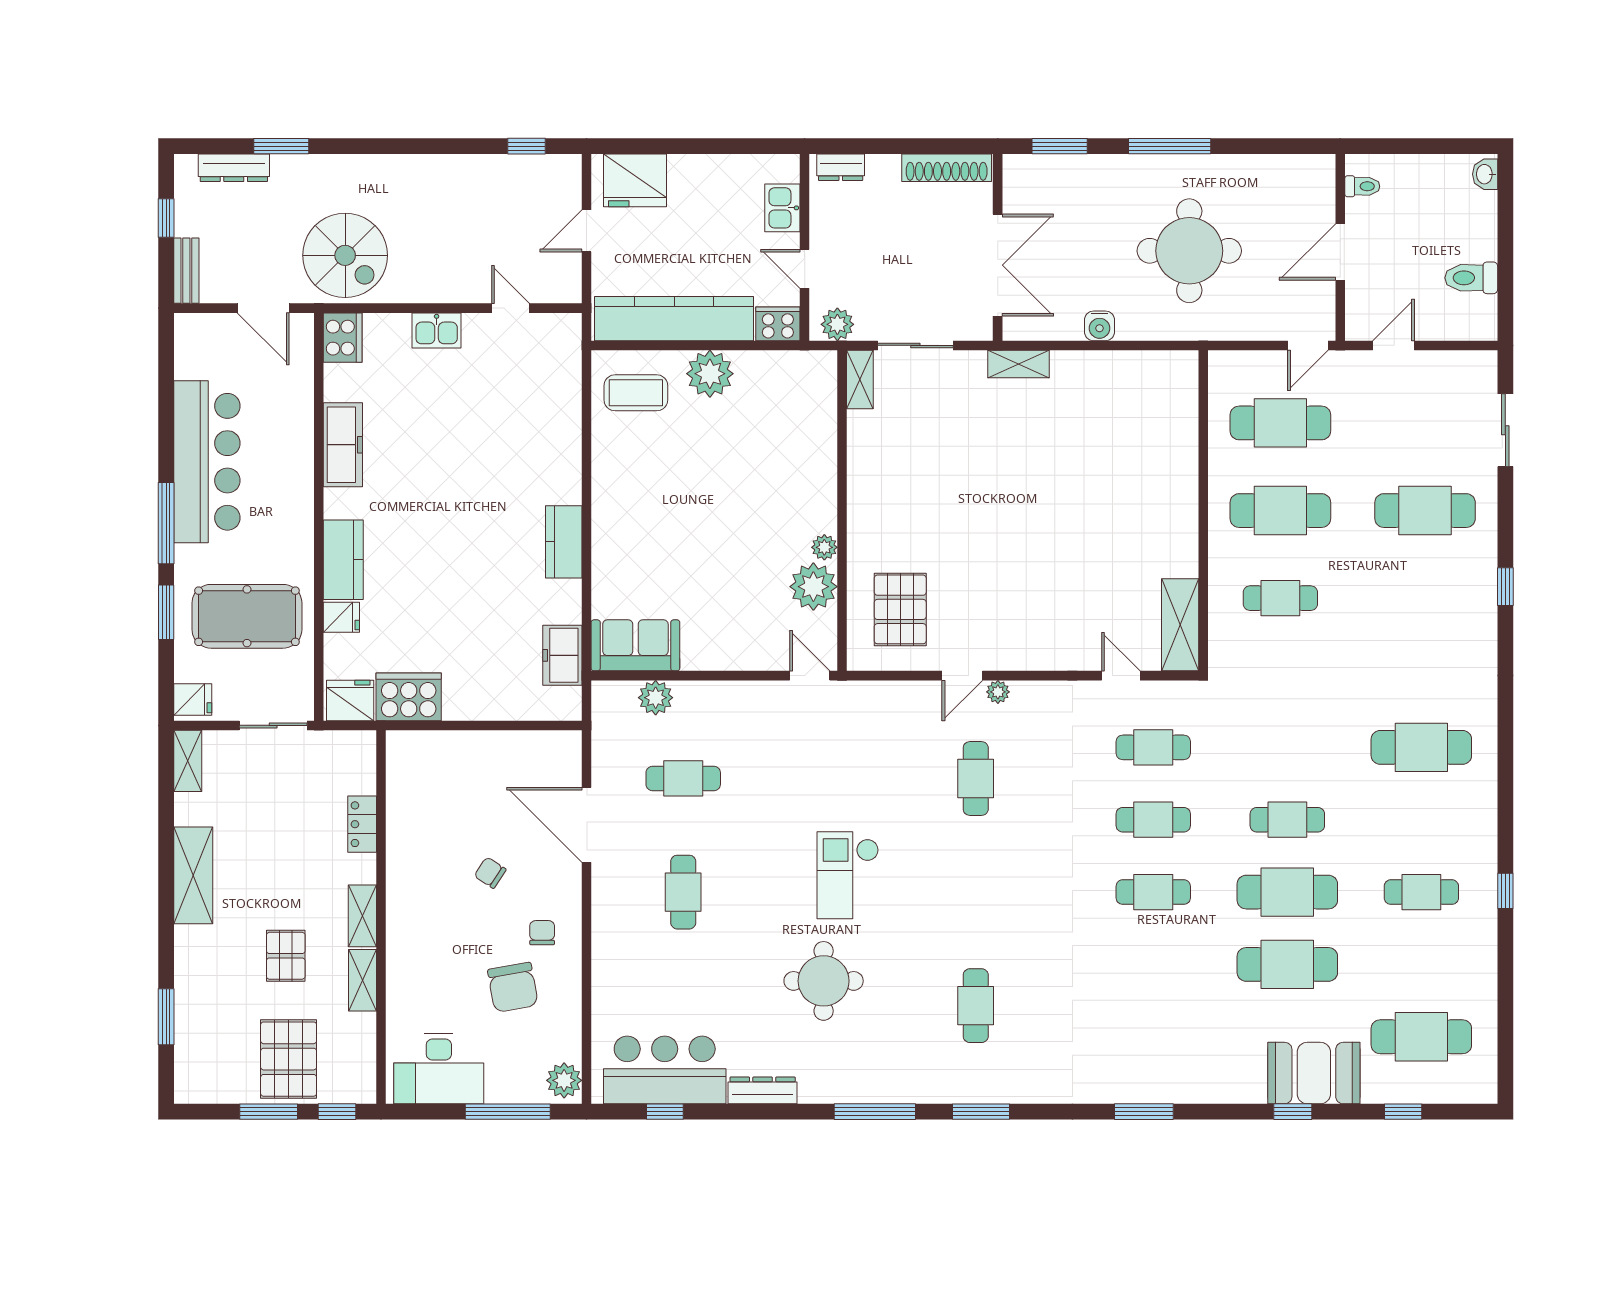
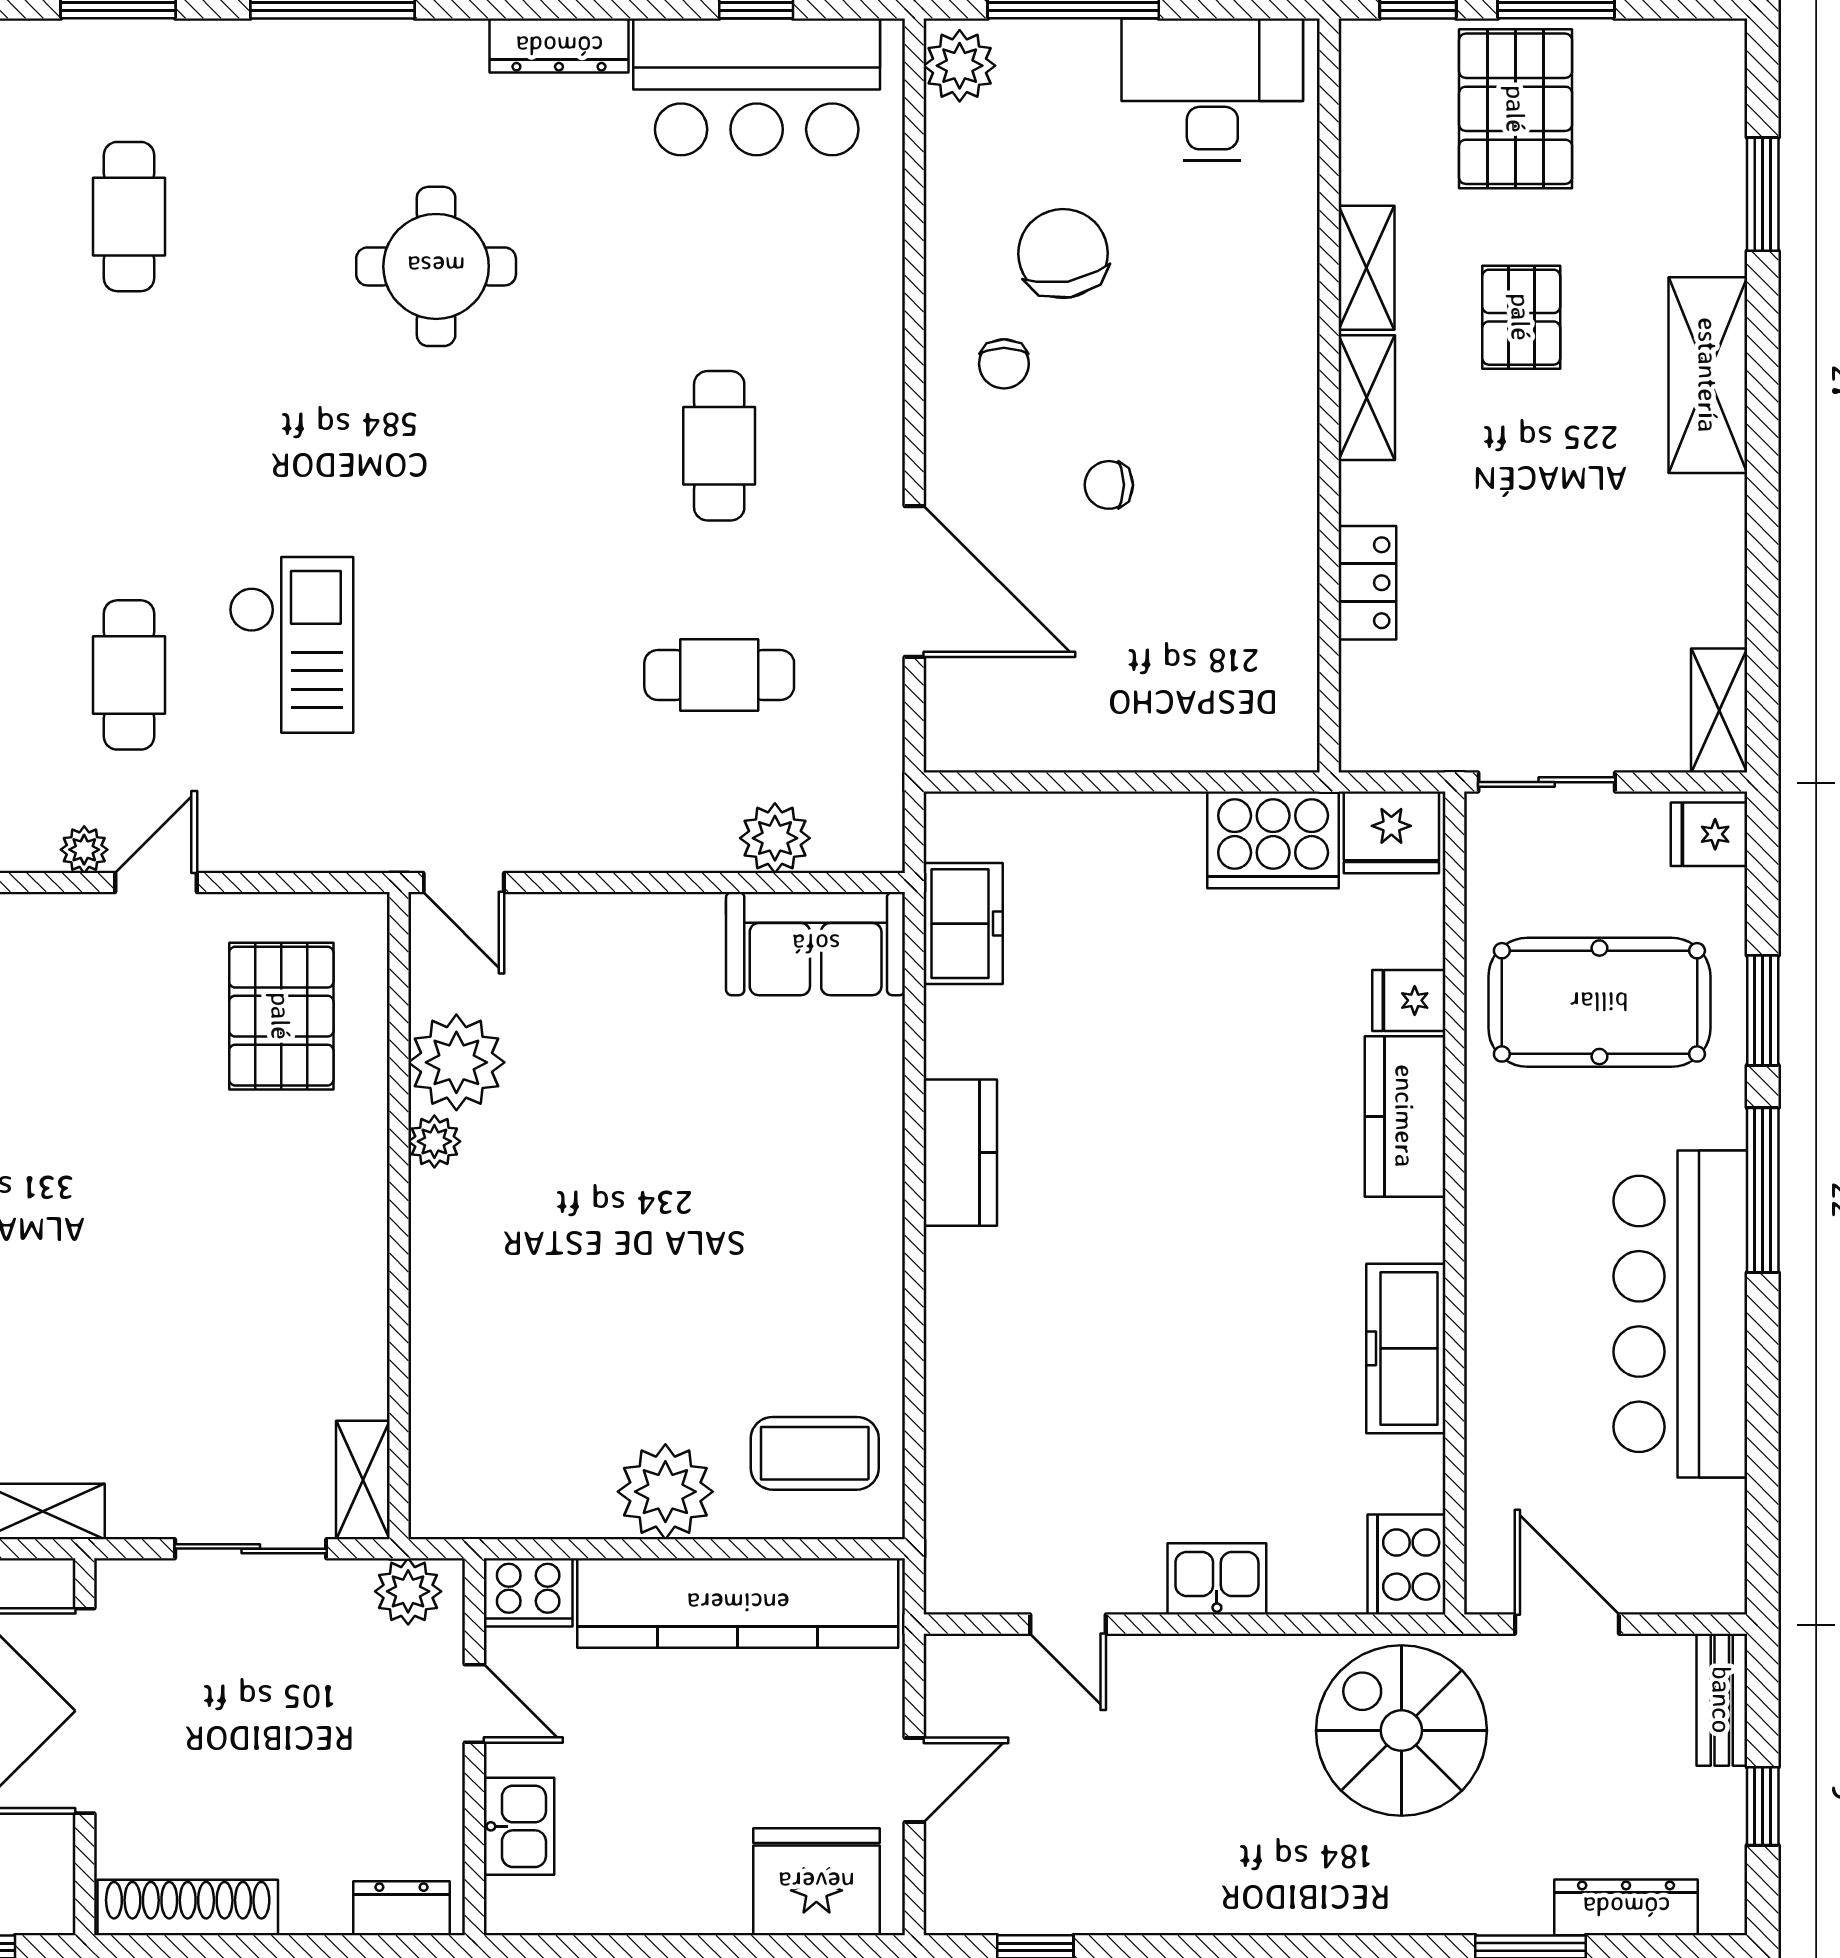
chair: (490, 873) -> (1109, 485), turned 147
shelving: (193, 875) -> (1708, 375), moved
checkout: (848, 875) -> (291, 645), moved

